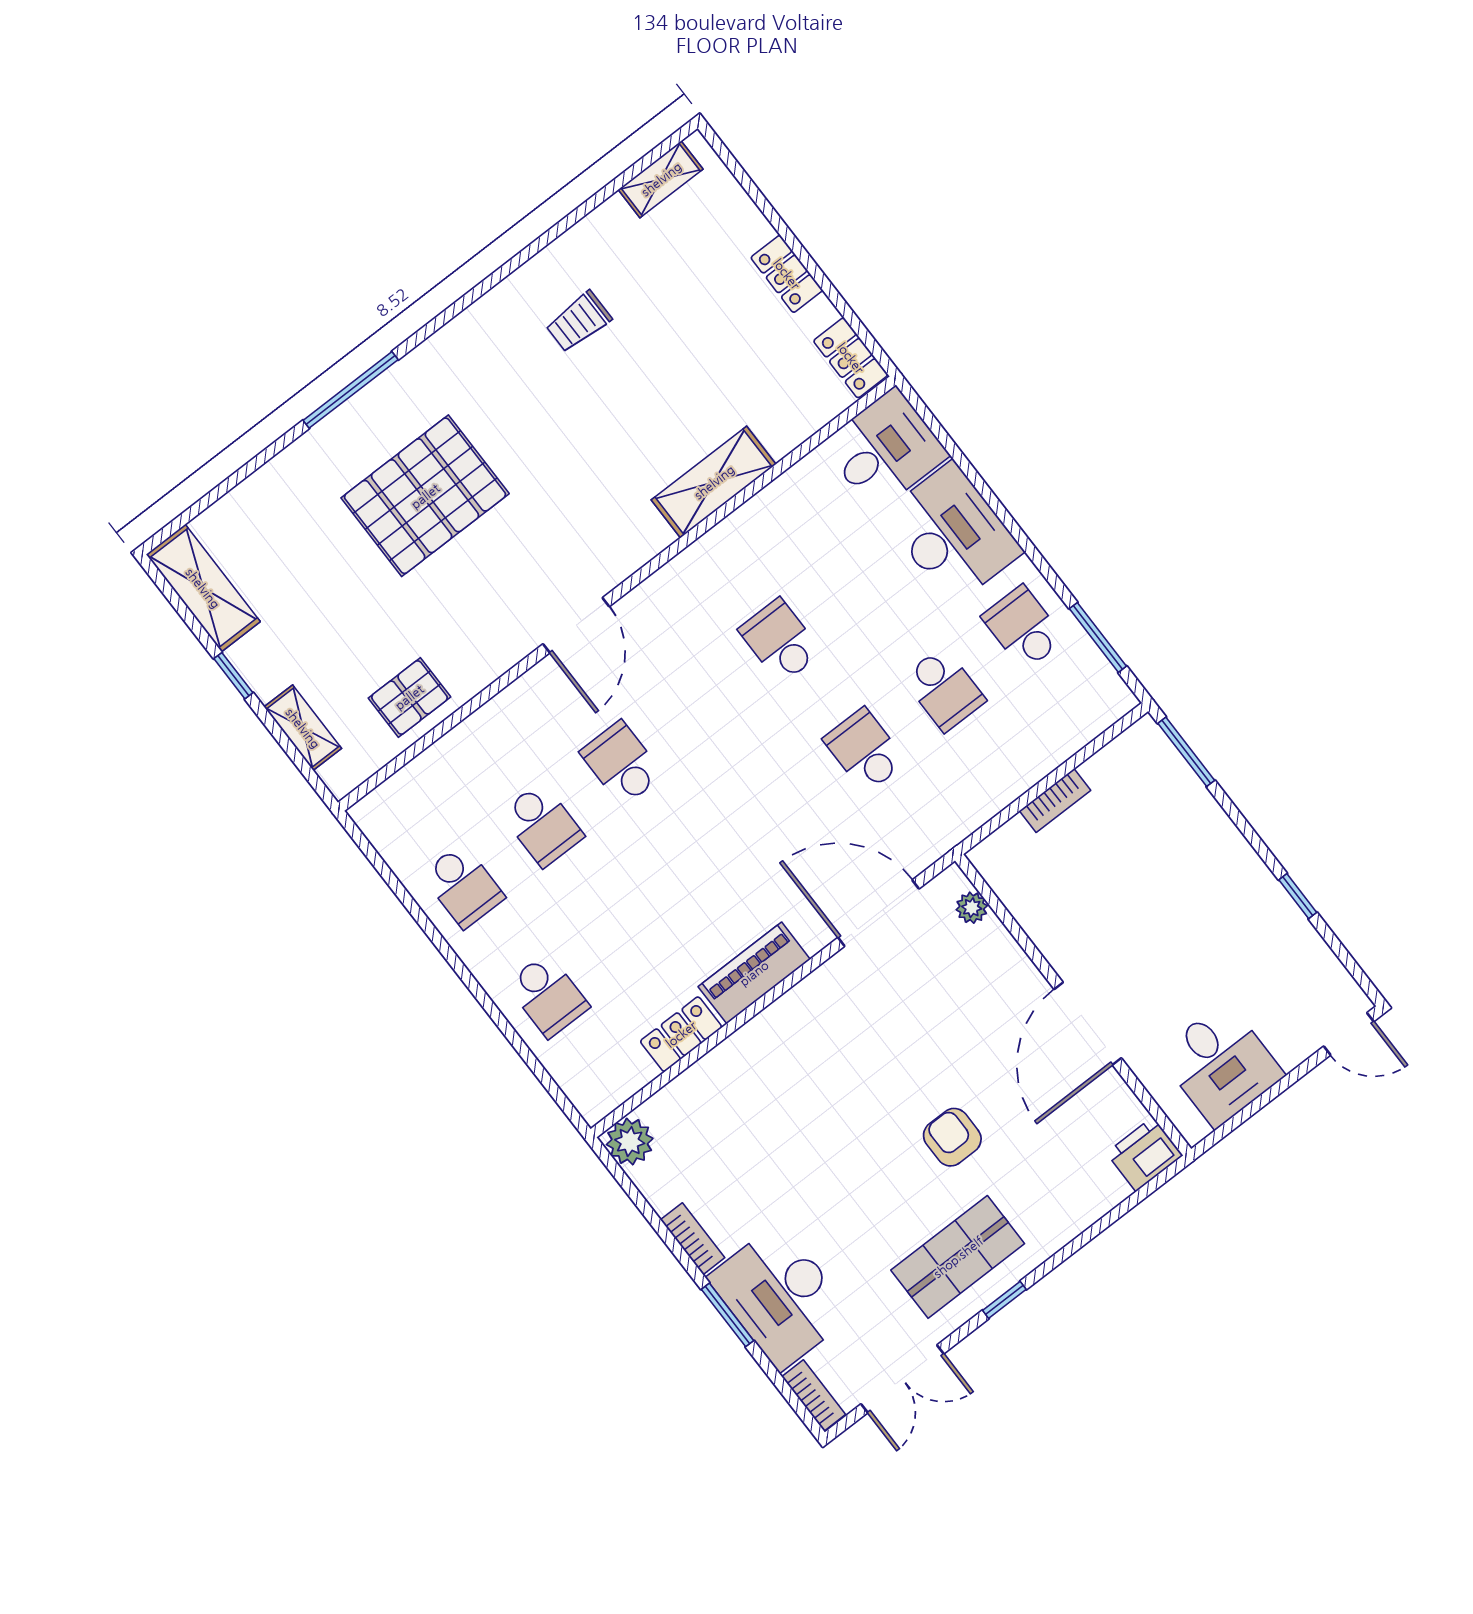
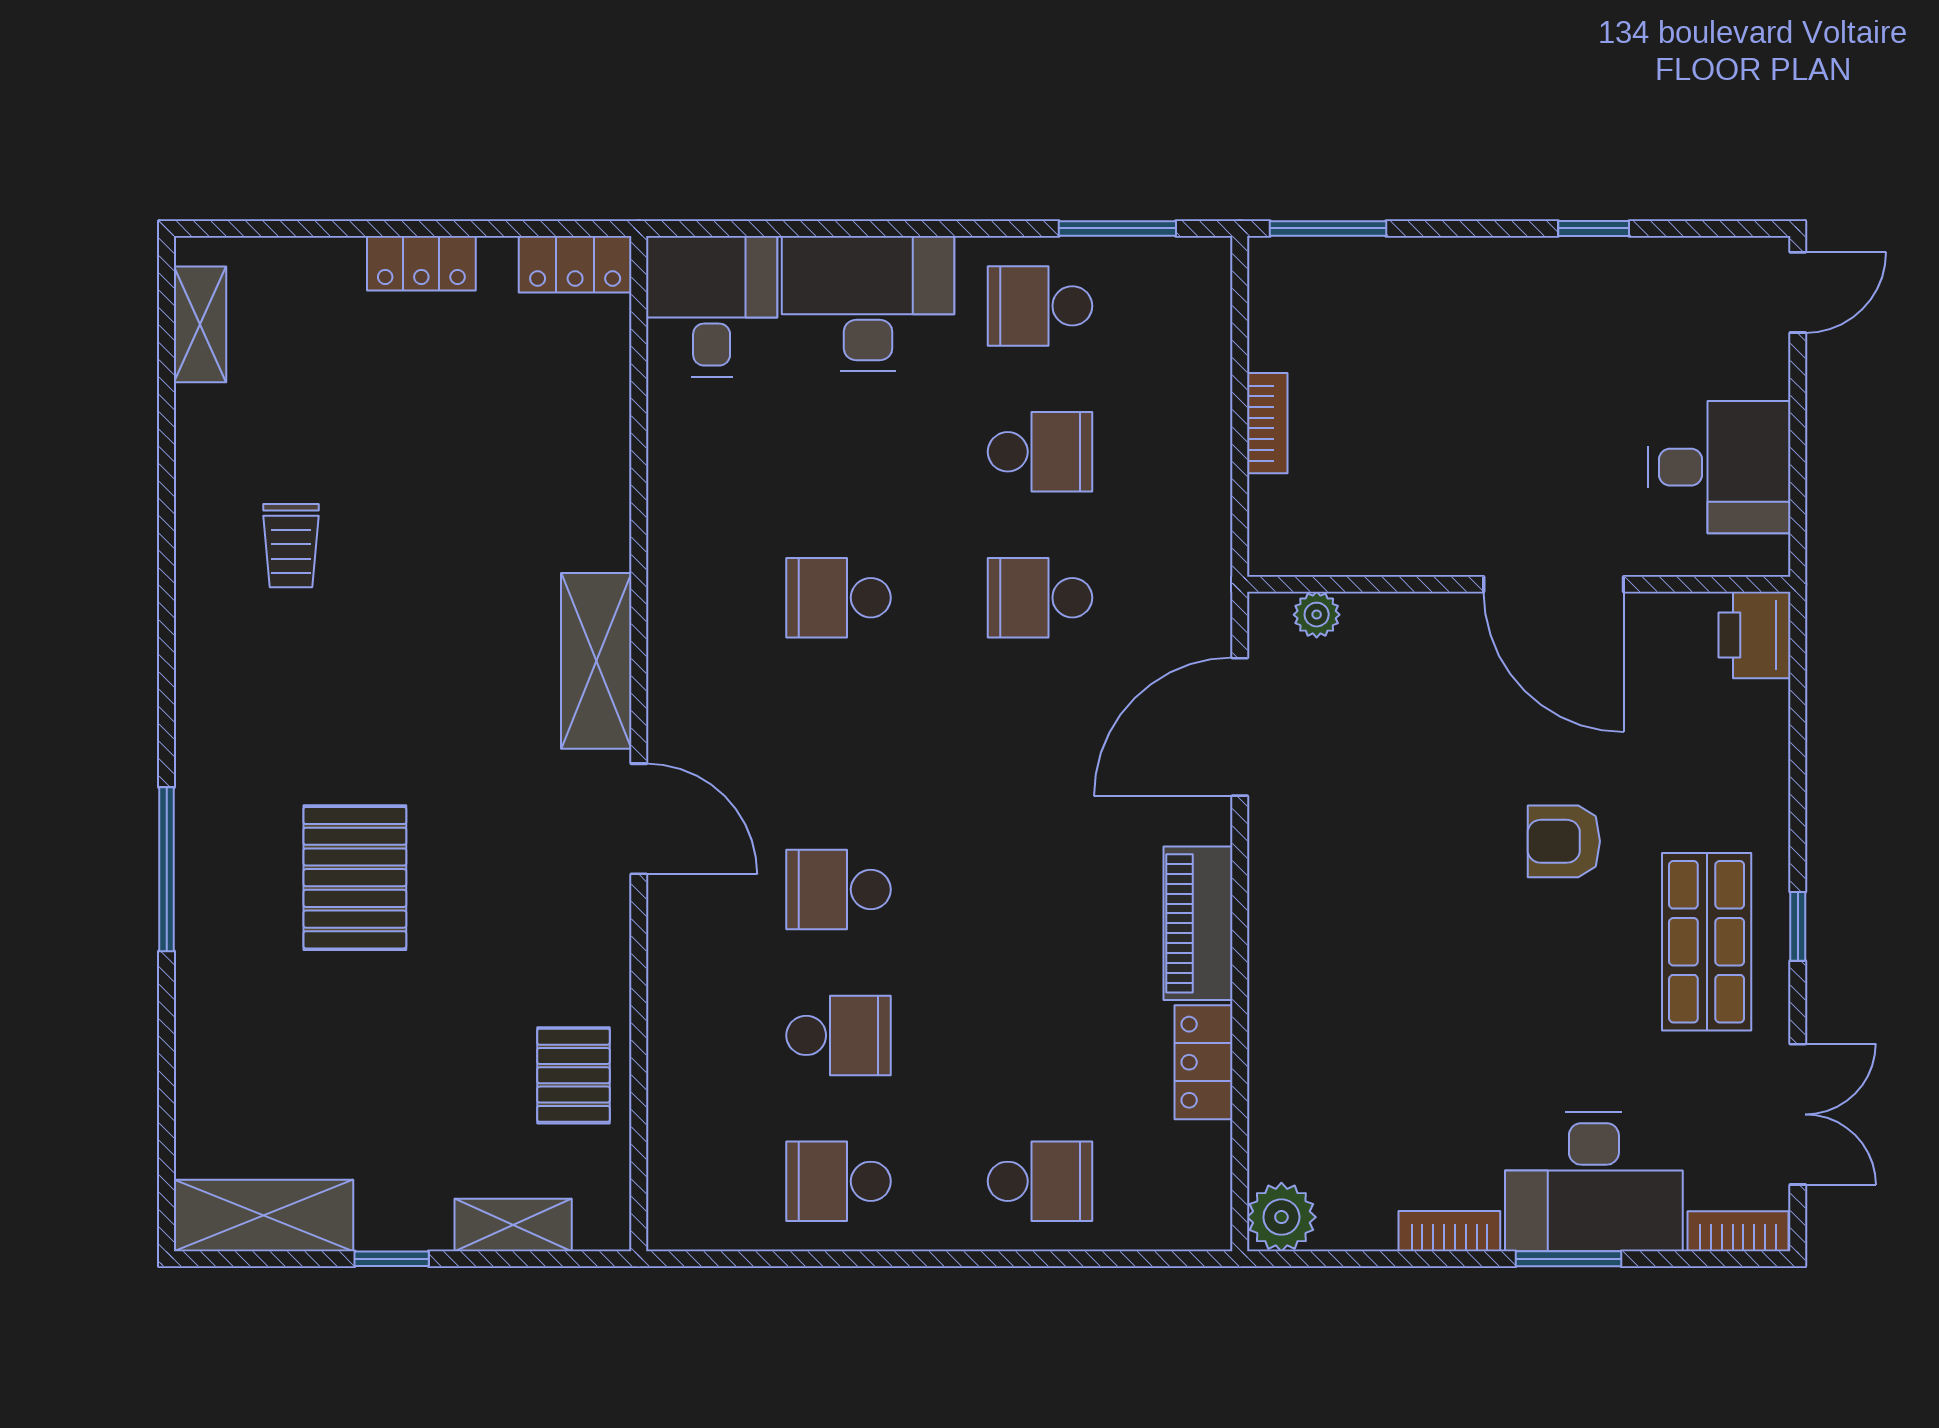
shelving: (714, 482) -> (596, 661), moved
pallet: (425, 496) -> (355, 878), width x0.73, depth x0.71
school desk: (463, 886) -> (838, 1181), turned 180

